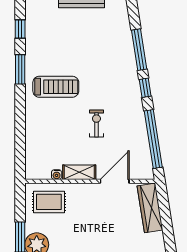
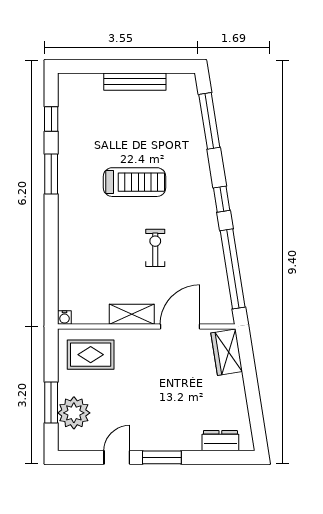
window: (139, 50) -> (209, 121), moved
treadmill: (56, 87) -> (135, 182), moved
water cooler: (57, 175) -> (64, 317), moved
wardrobe: (150, 208) -> (227, 352), width x0.67

